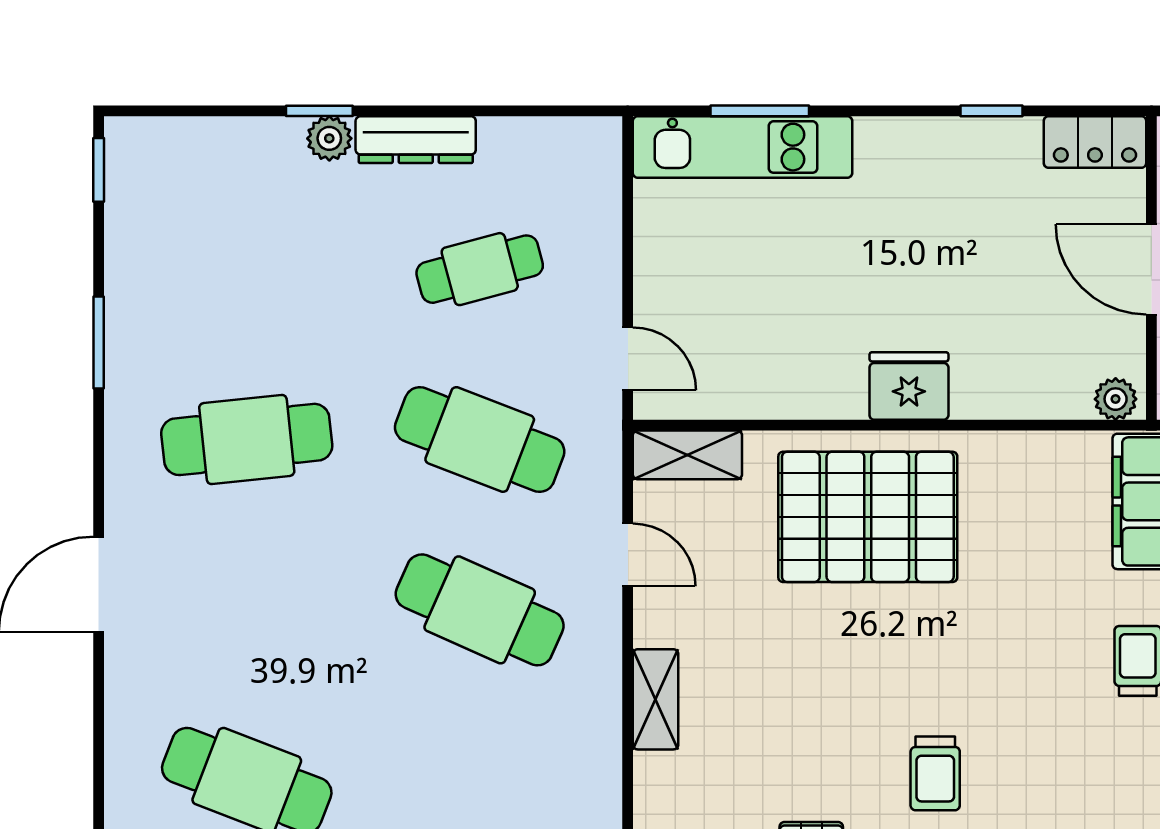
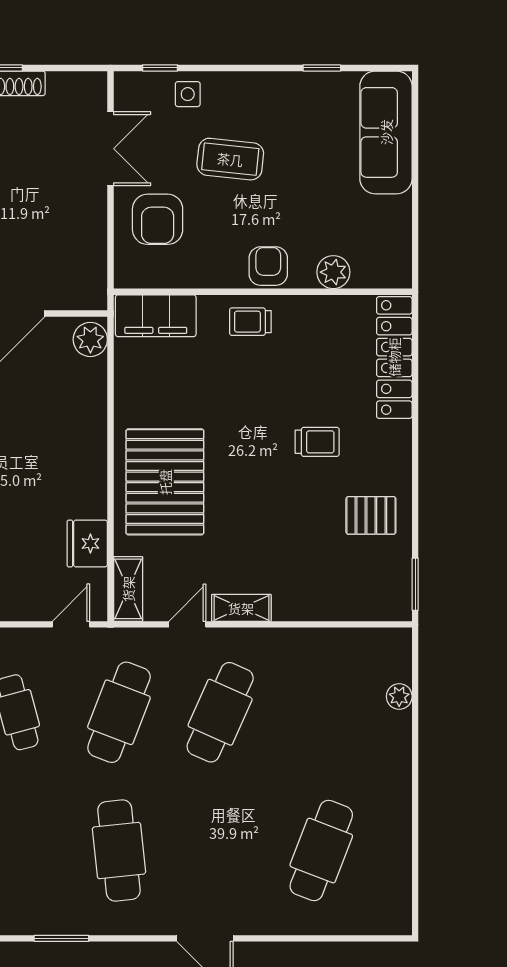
fridge: (909, 386) -> (87, 544), moved
plant: (1116, 399) -> (90, 339), width x1.38, depth x1.38
shelving: (656, 699) -> (241, 608), moved

